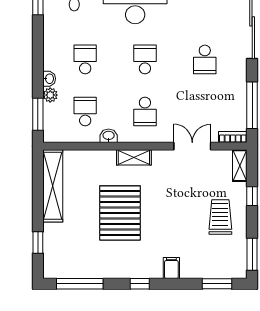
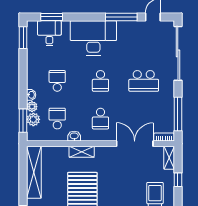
school desk: (145, 59) -> (100, 81), turned 180
school desk: (205, 59) -> (144, 81), width x1.85
plant: (52, 113) -> (33, 119), added
double door: (192, 146) -> (135, 144), width x1.37
shelving: (134, 157) -> (82, 152), moved

